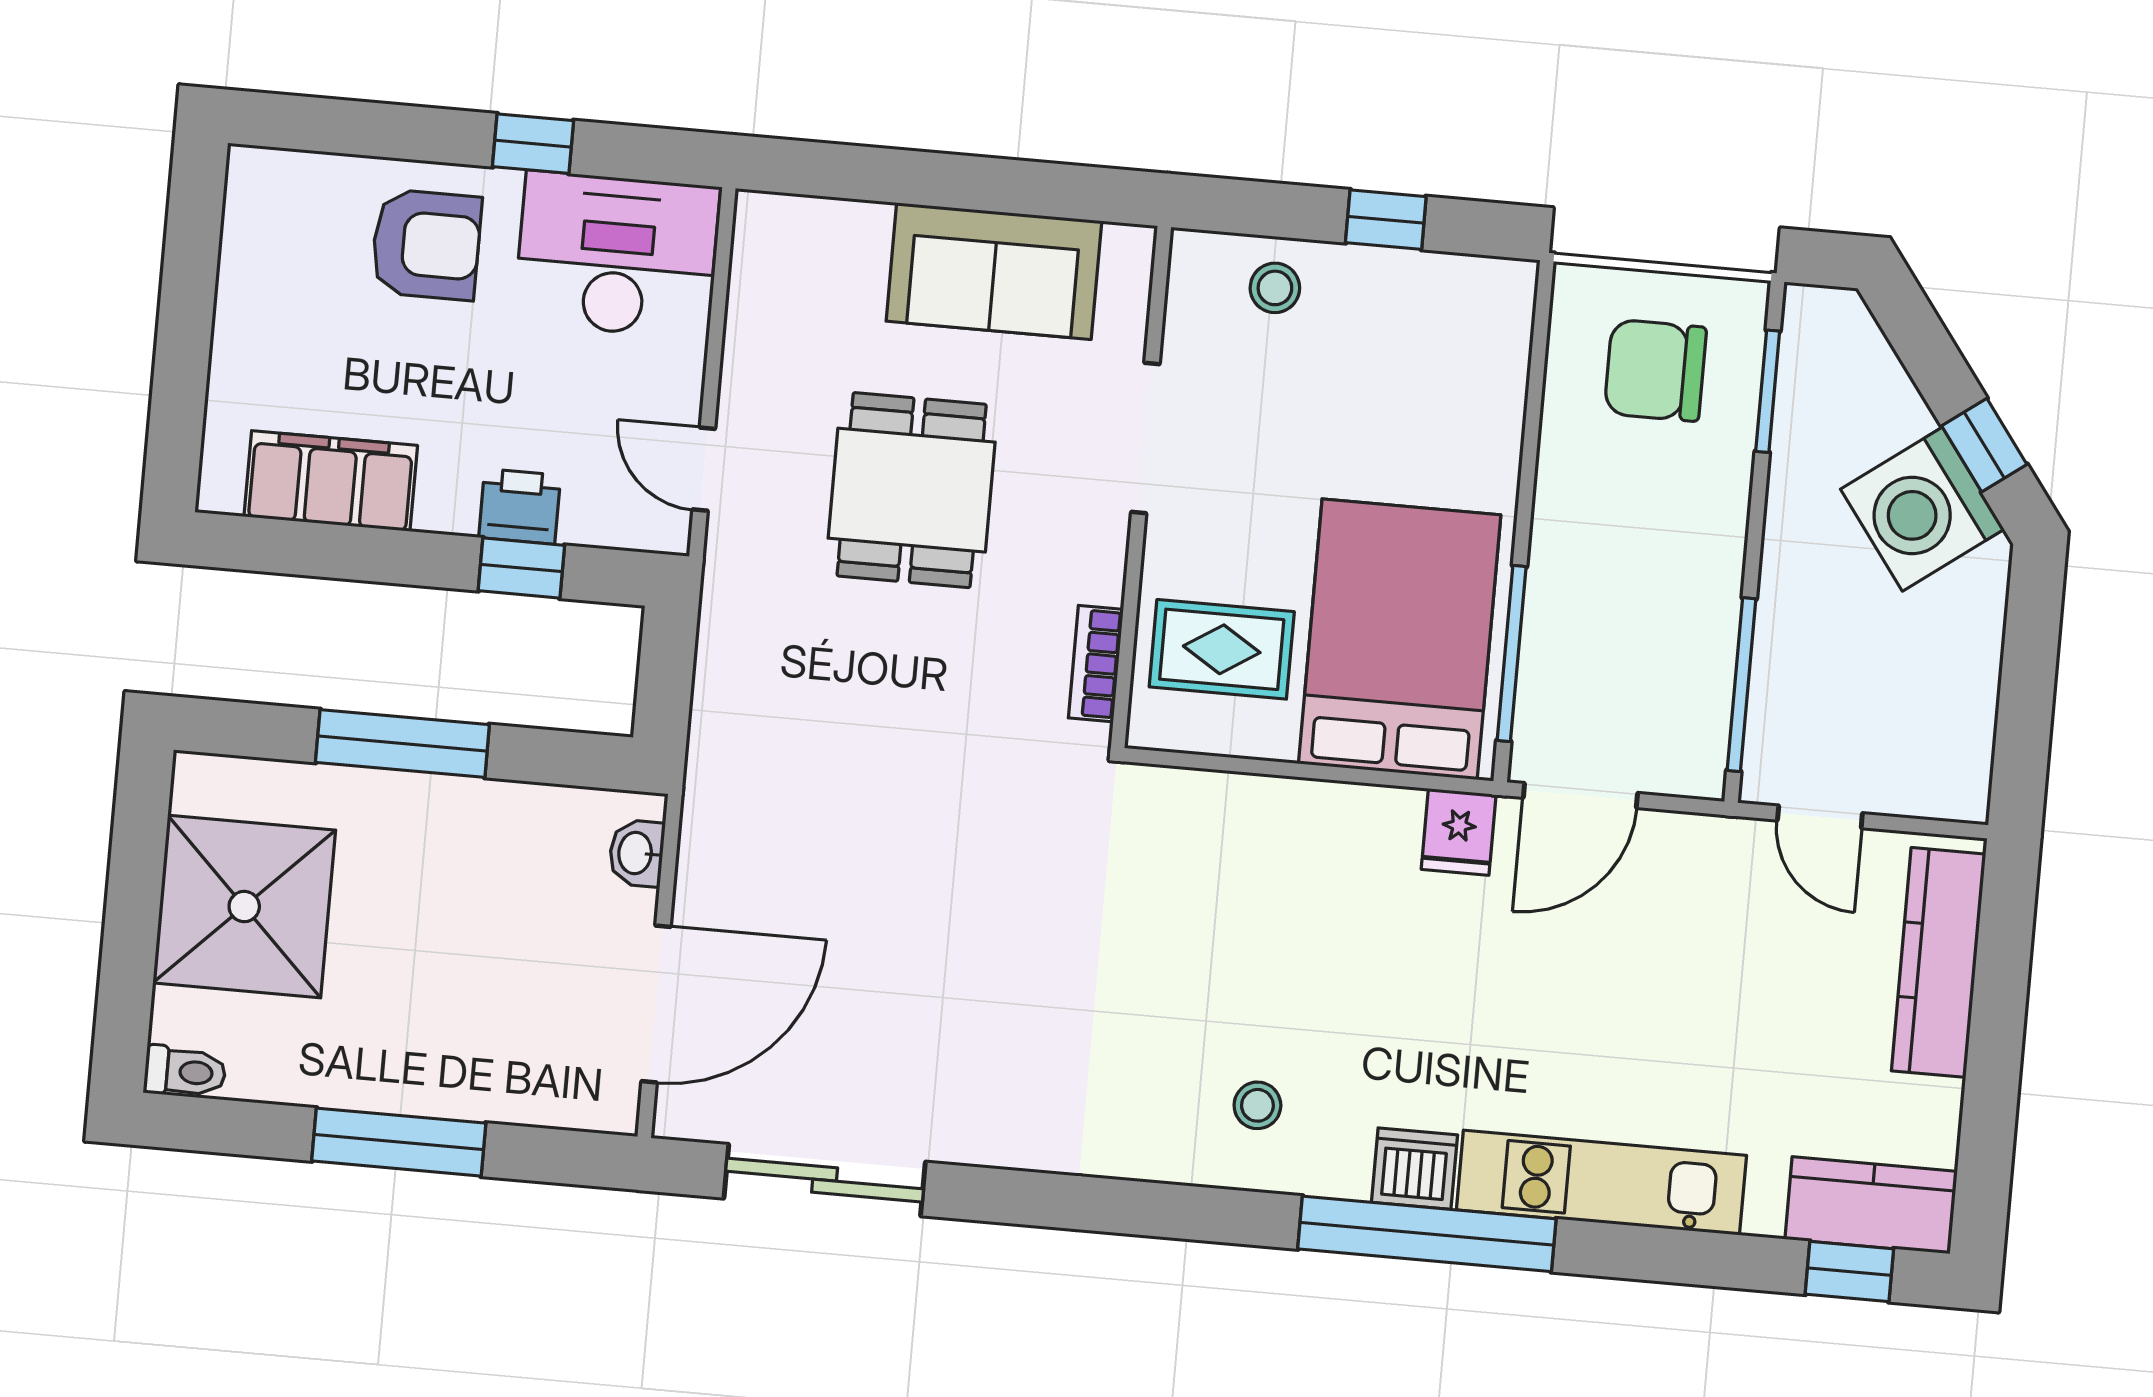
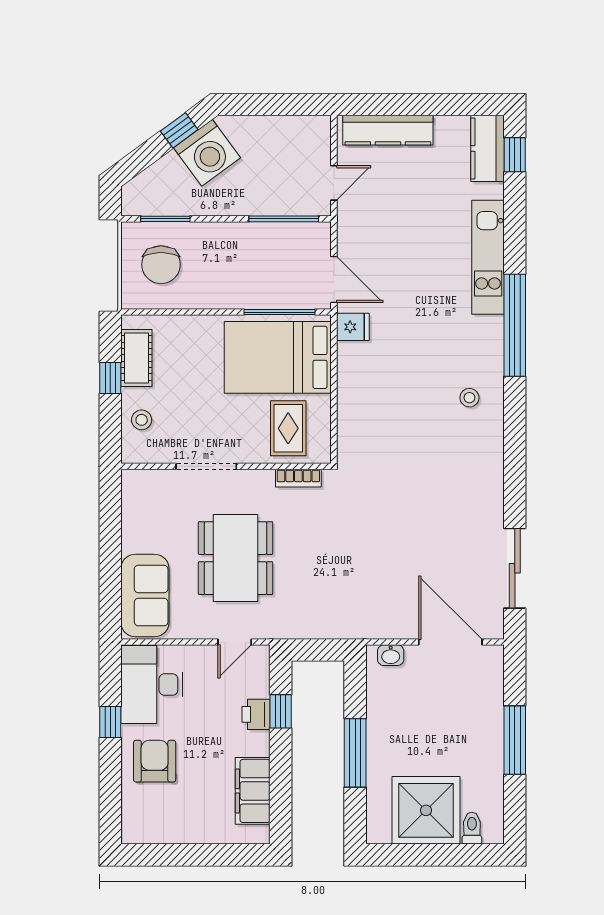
sofa: (994, 271) -> (145, 596), moved
cot: (1429, 289) -> (136, 358), added
dining table: (912, 490) -> (236, 558), width x1.38
toilet: (185, 1072) -> (472, 828), moved
dishwasher: (1415, 1169) -> (489, 333), removed

